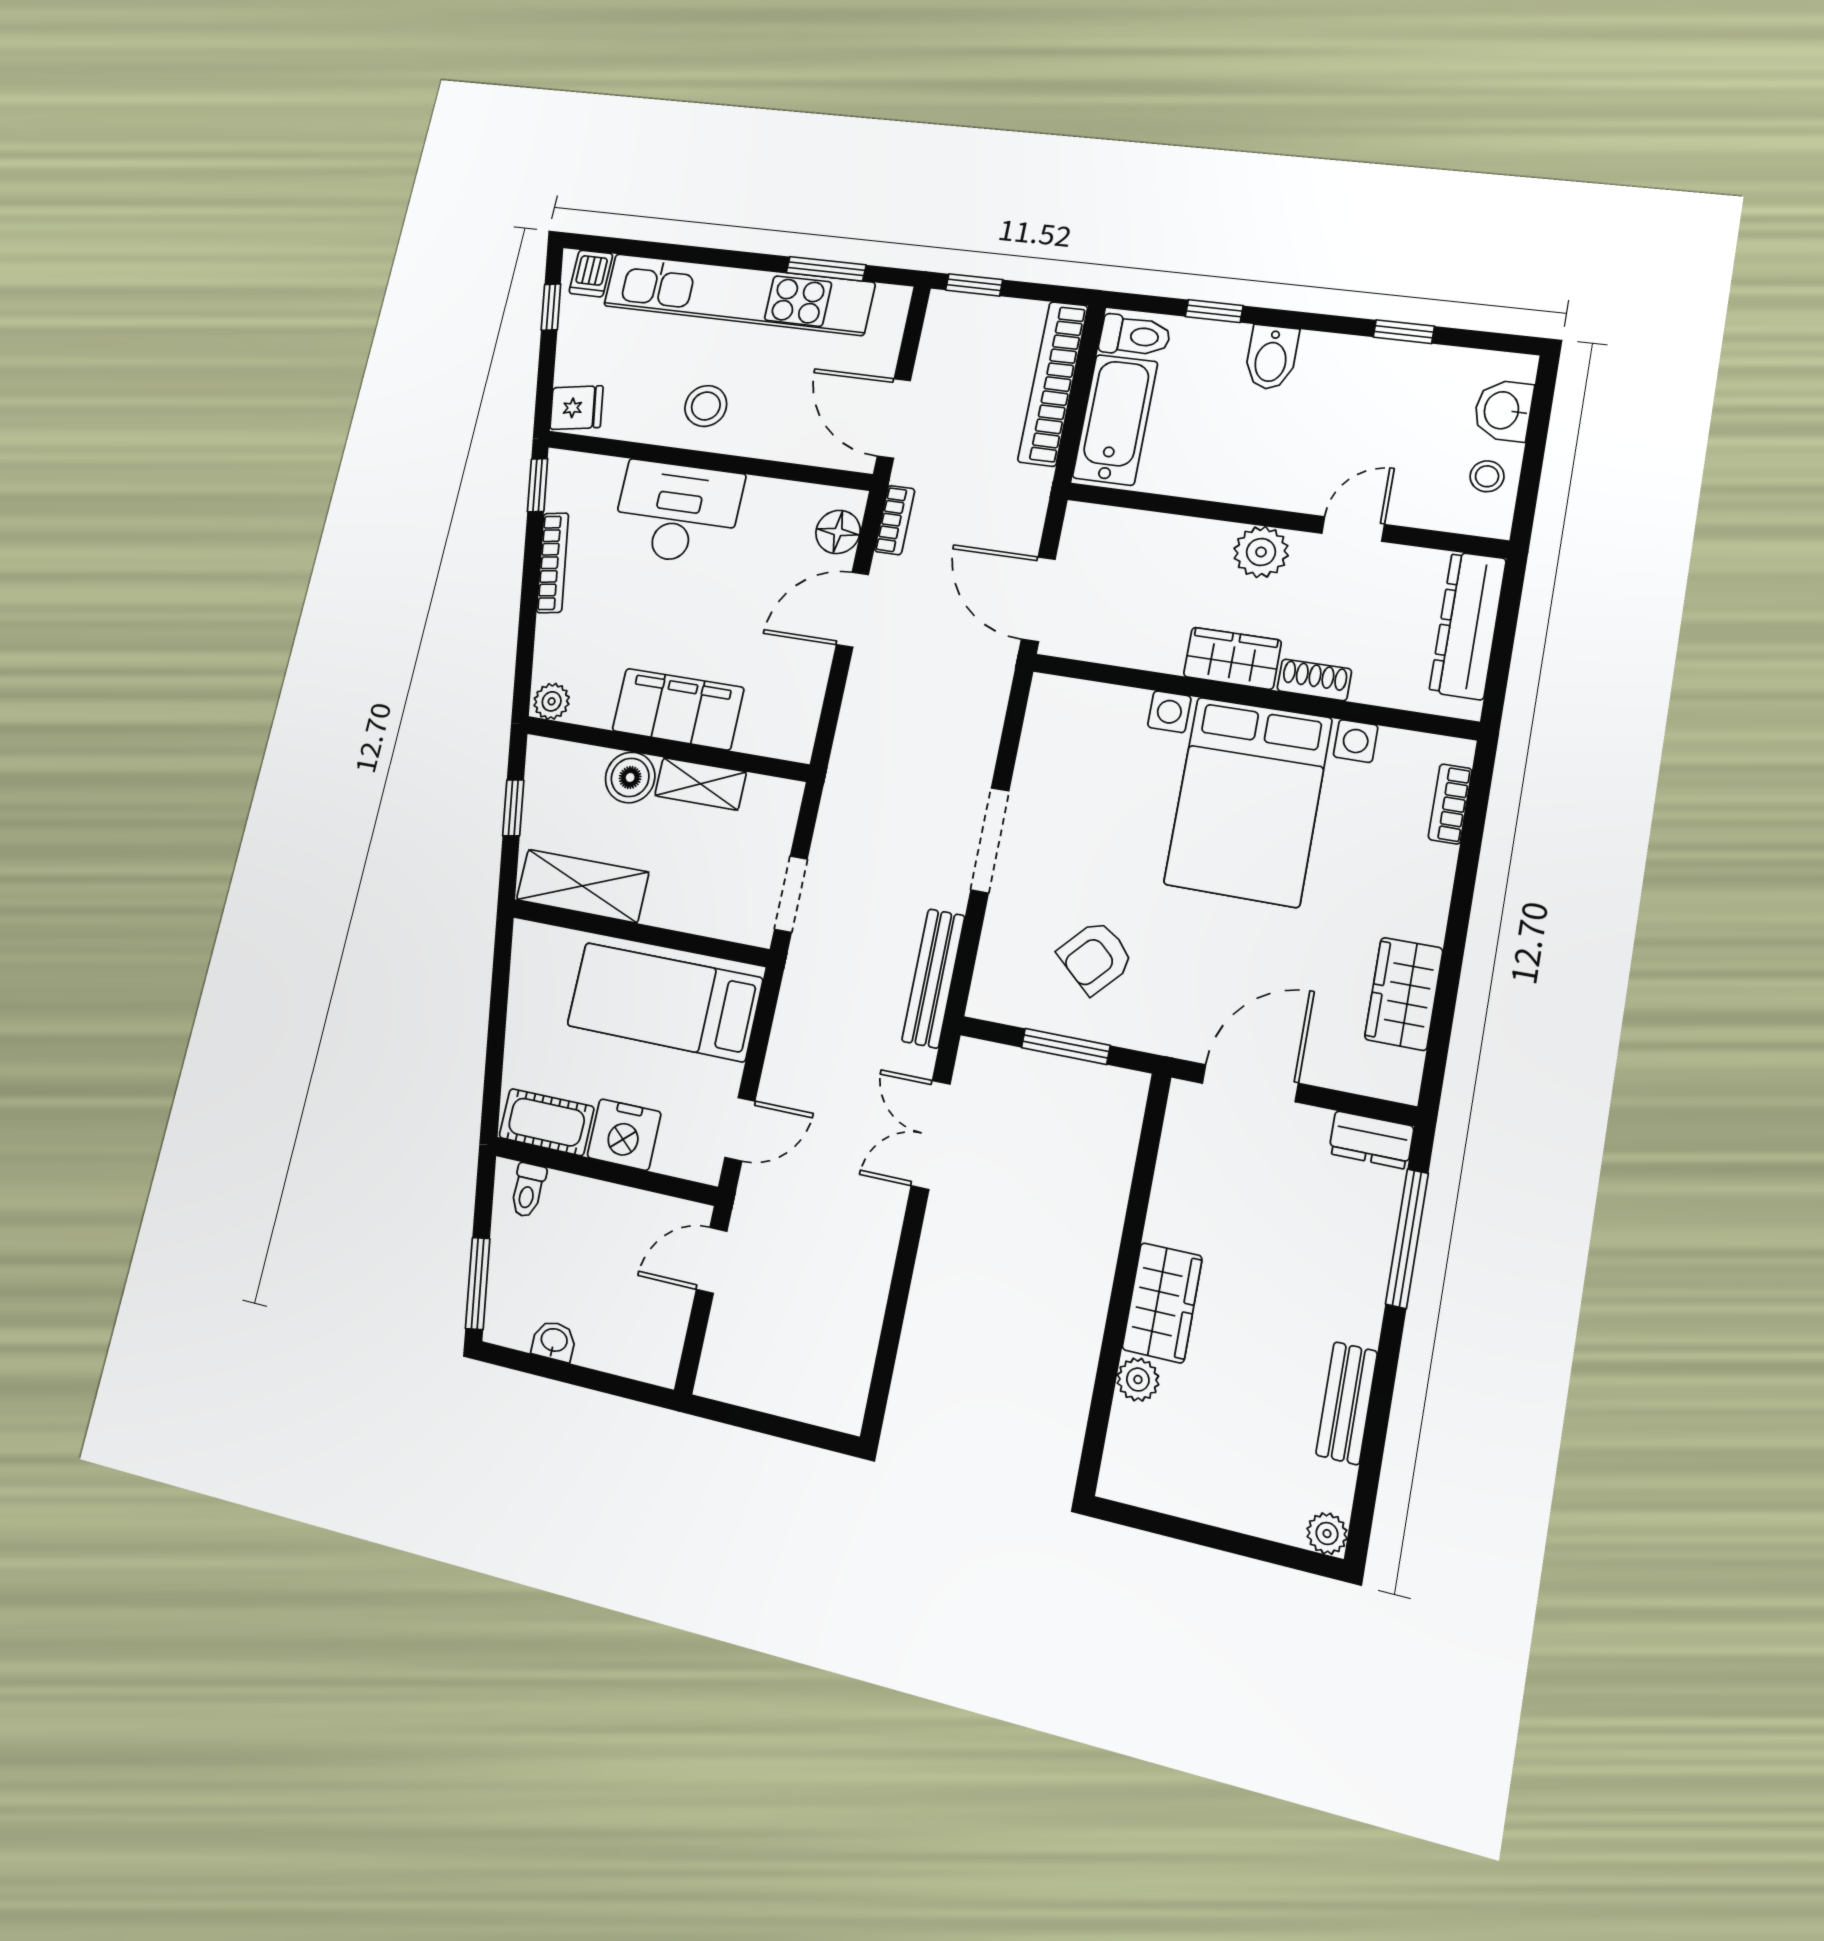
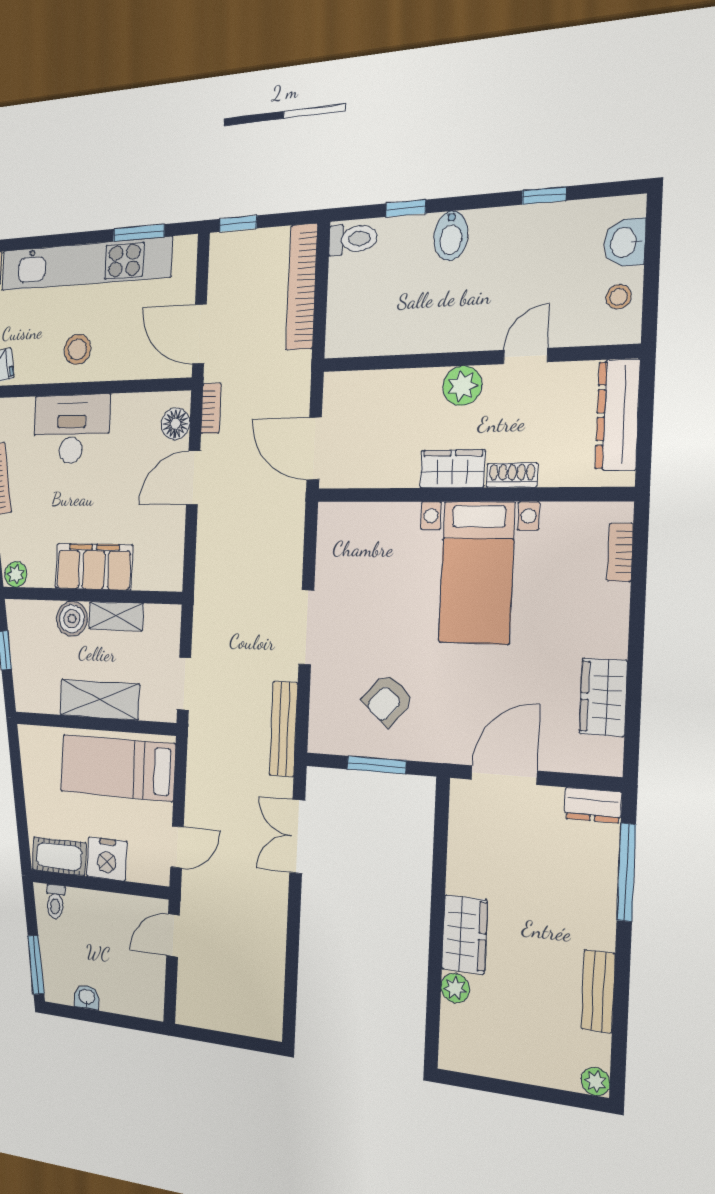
bathtub: (1115, 420) -> (348, 305), removed
bed with nightstands: (1248, 801) -> (477, 572), width x0.73
shelving: (582, 886) -> (100, 700), moved

